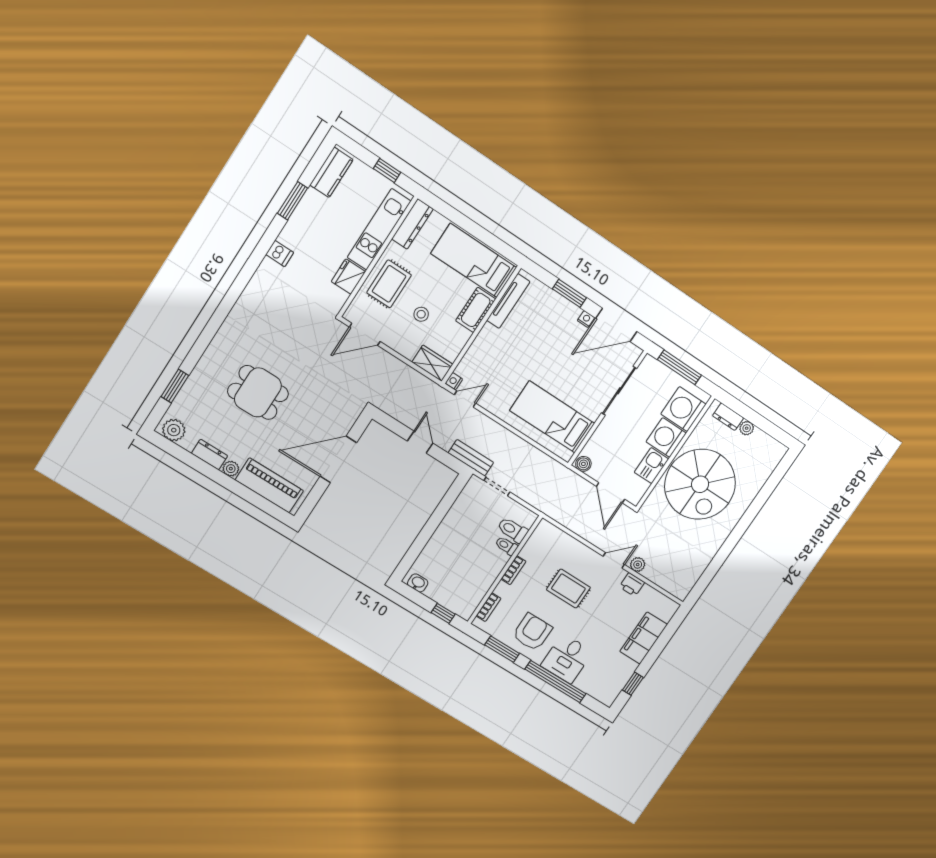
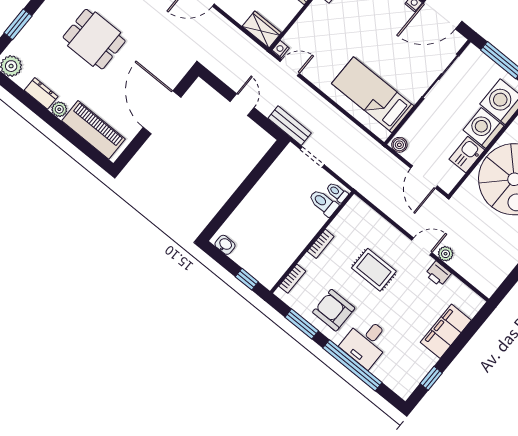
door: (338, 459) -> (162, 112), hinge flipped
toilet: (506, 546) -> (337, 192), moved
armchair: (532, 632) -> (334, 310), turned -90

